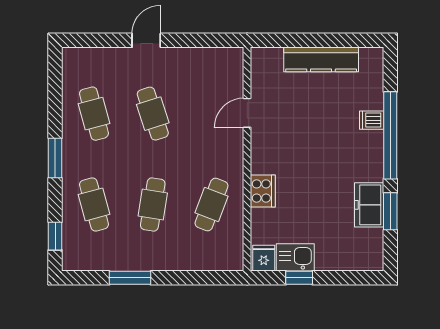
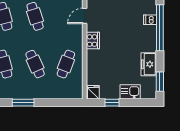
cooker: (263, 191) -> (93, 41), moved
cafe table: (153, 204) -> (35, 64), turned -33
window: (390, 211) -> (160, 82), moved
kitchen sink: (295, 257) -> (130, 92), moved

